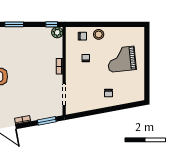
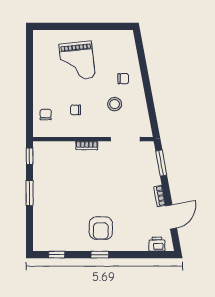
window: (14, 24) -> (30, 193), moved
plant: (57, 32) -> (40, 149), removed
stool: (99, 34) -> (115, 104), moved

